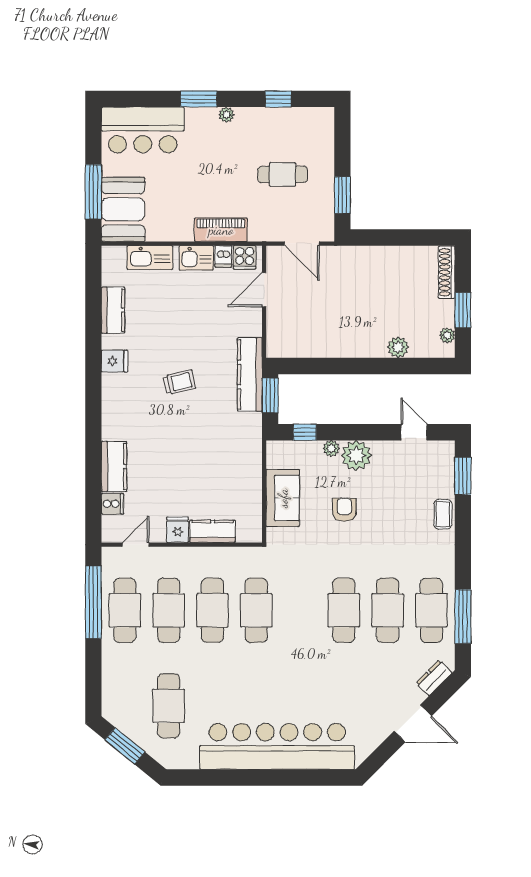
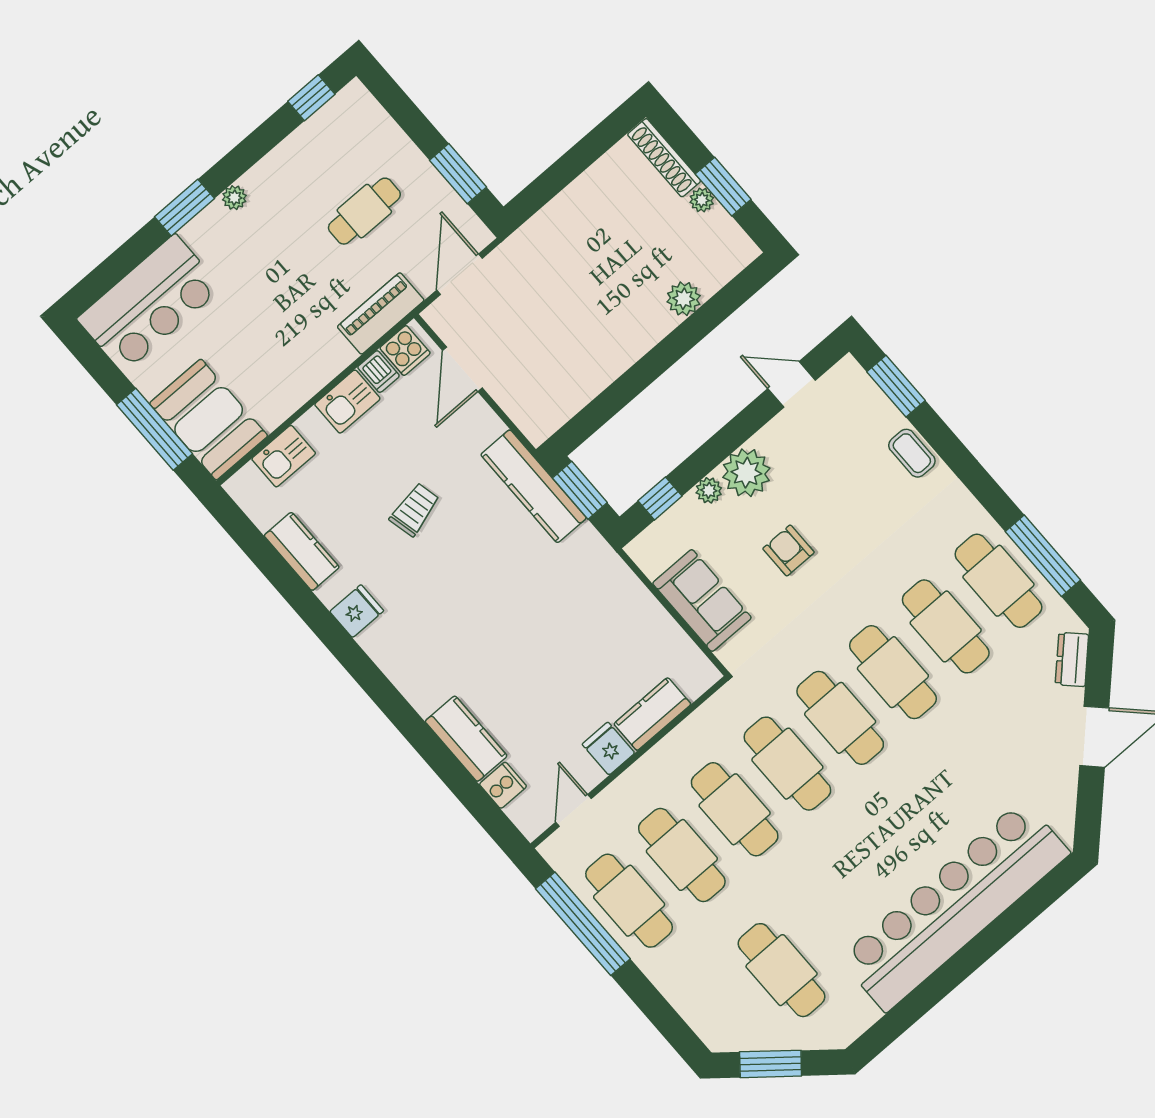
window: (278, 99) -> (311, 98), moved
piano: (221, 230) -> (381, 313), moved
door: (302, 244) -> (459, 274), swing flipped
kitchen sink: (150, 258) -> (284, 456), width x0.73
plant: (447, 335) -> (702, 200), moved
trolley: (179, 382) -> (415, 510), moved
cafe table: (300, 610) -> (840, 718), added

